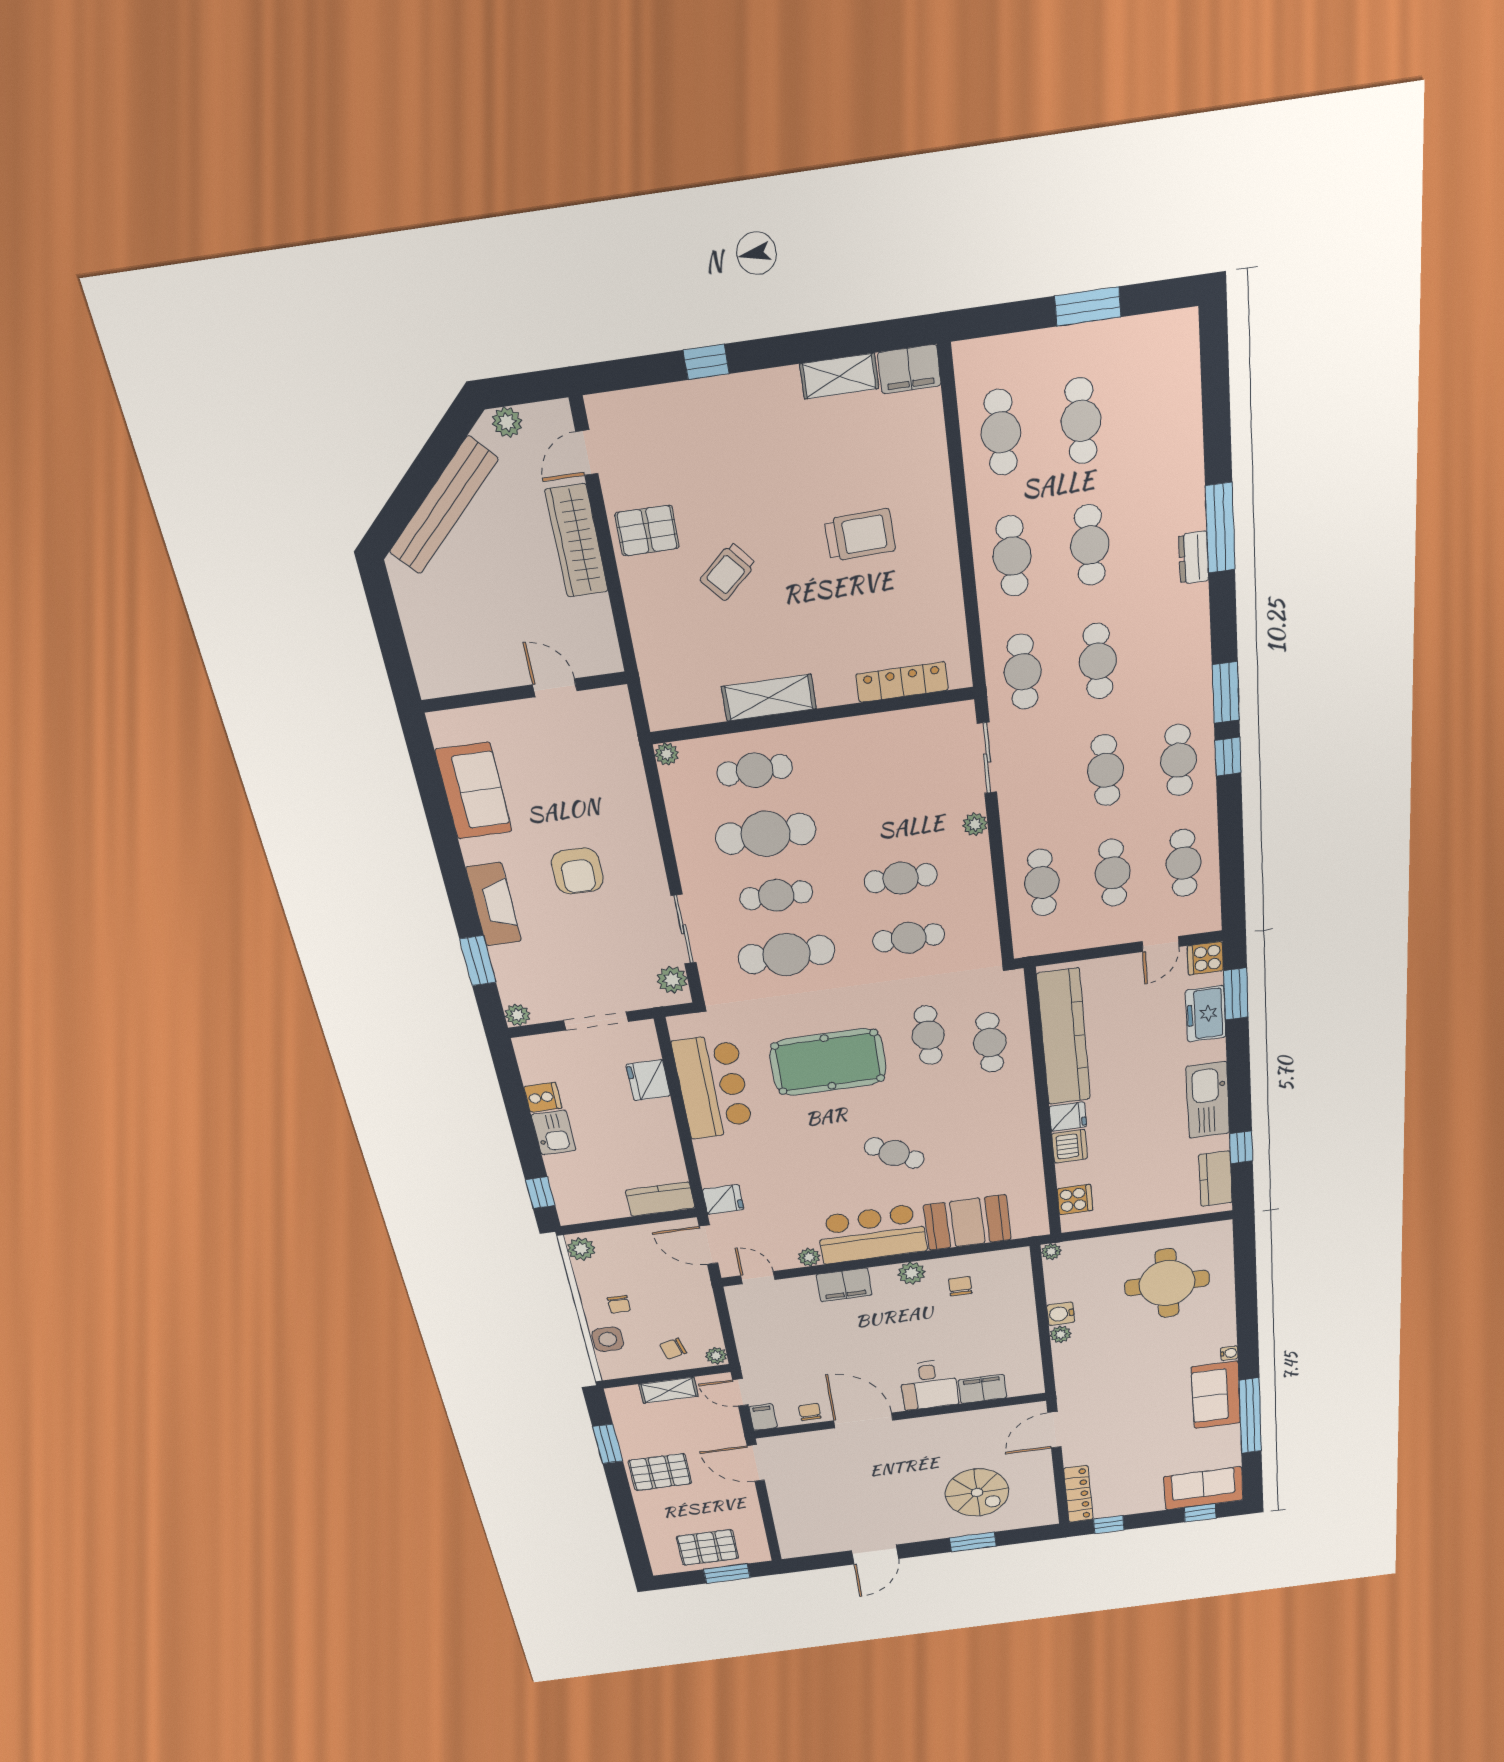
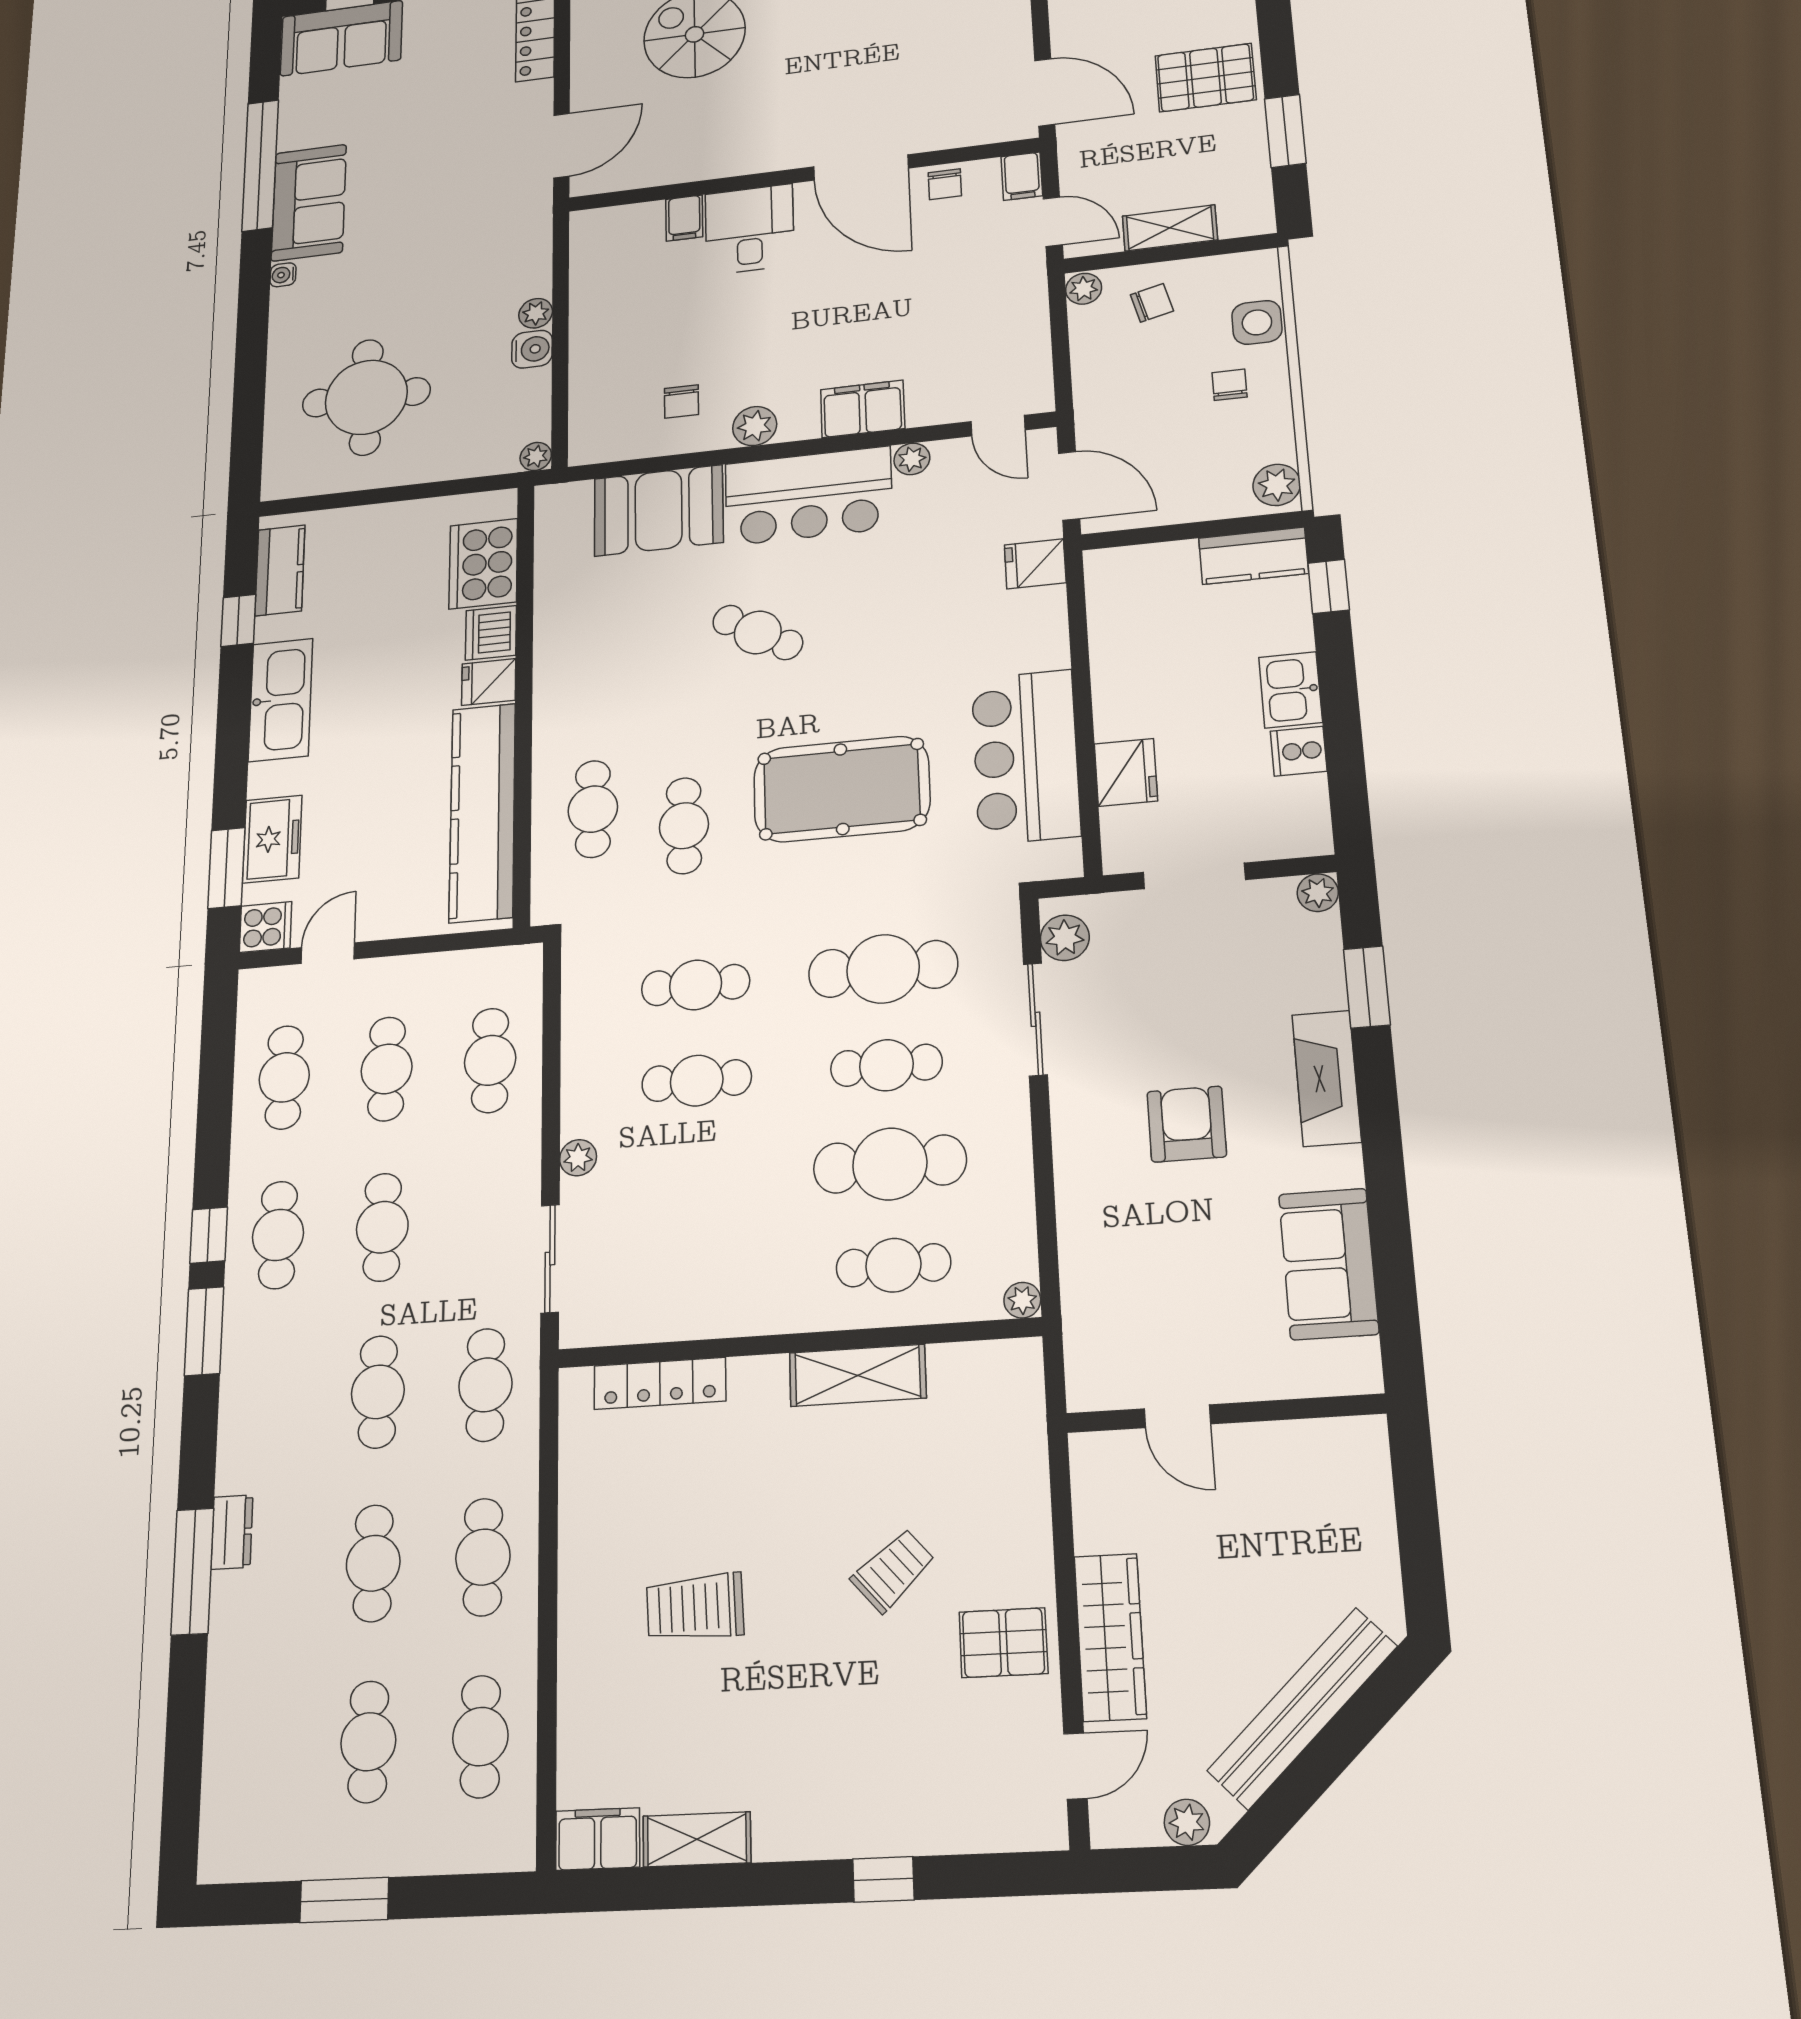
kitchen counter: (660, 1199) -> (1253, 556), moved
cooker: (1075, 1200) -> (483, 564), width x1.87, depth x1.31
filing cabinet: (982, 1389) -> (684, 218), width x0.50

